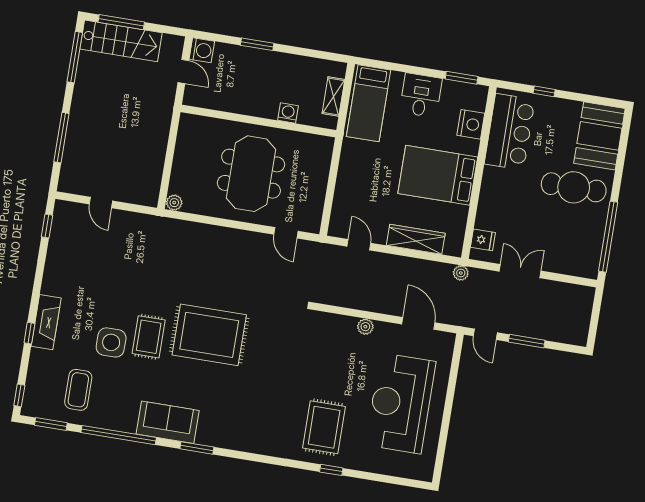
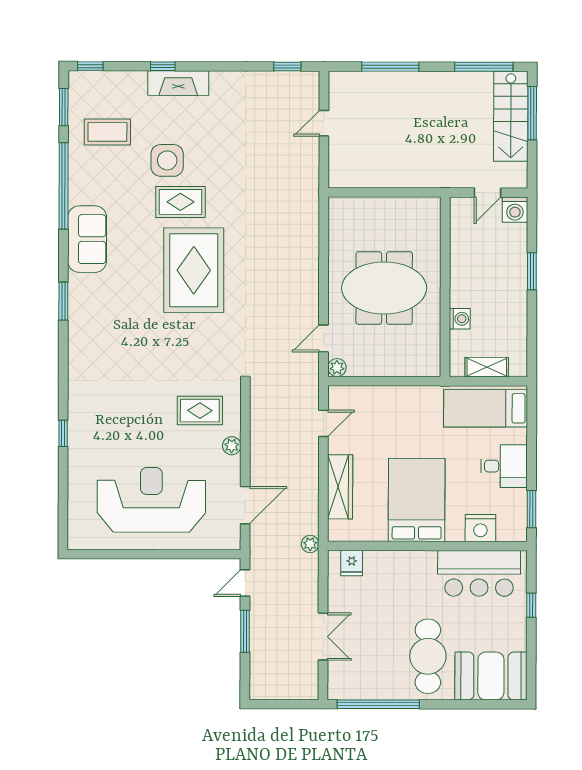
plant: (174, 203) -> (337, 368), moved
double door: (520, 271) -> (323, 637), moved
rug: (324, 427) -> (200, 411), moved, width x0.73, depth x0.70
window: (197, 448) -> (63, 301), moved

